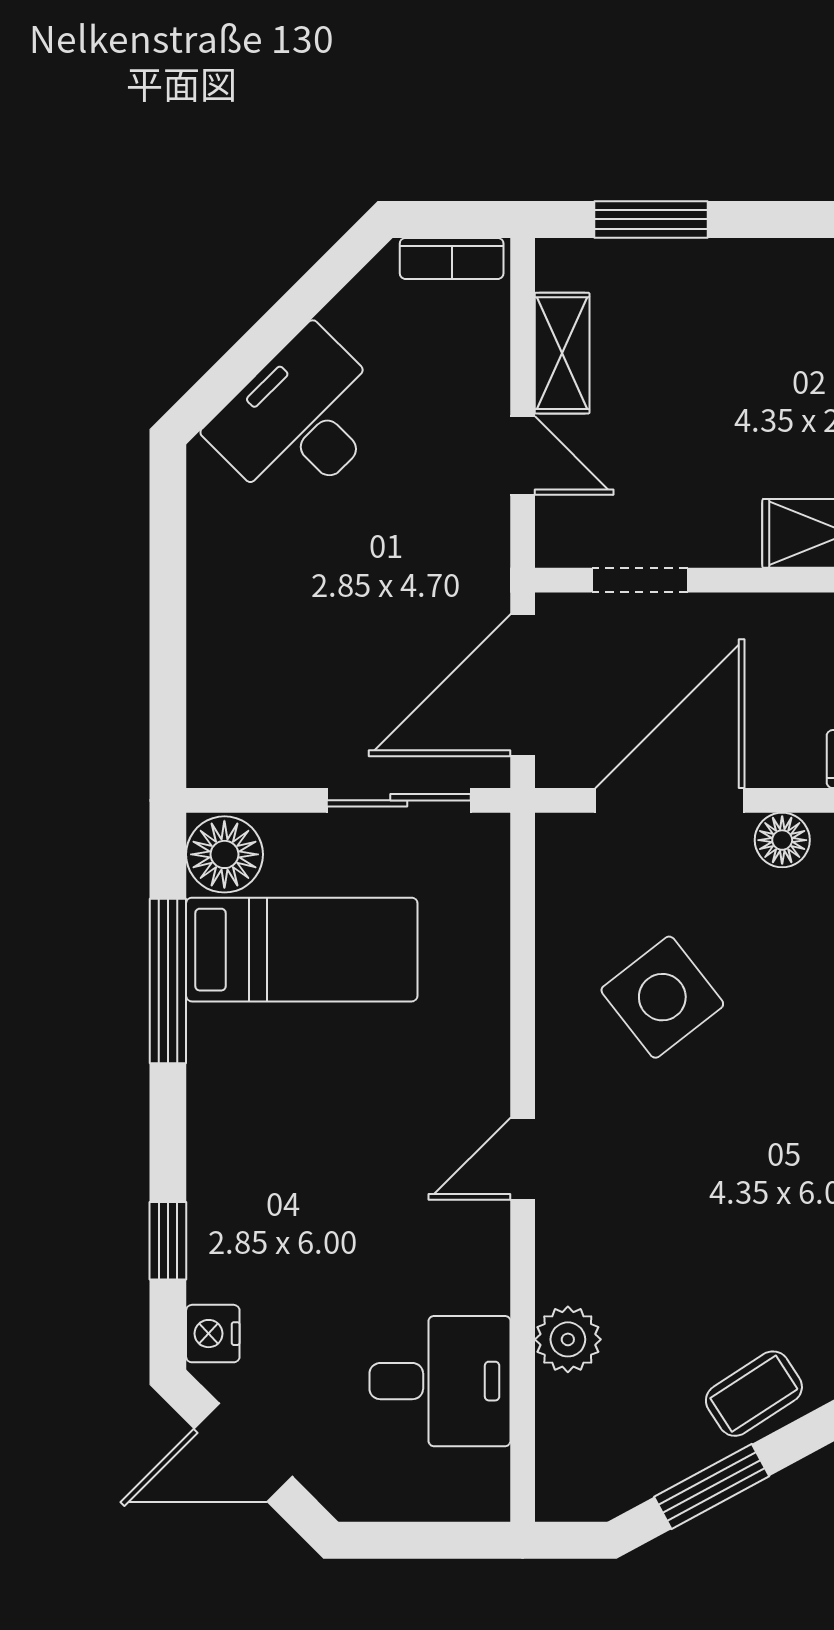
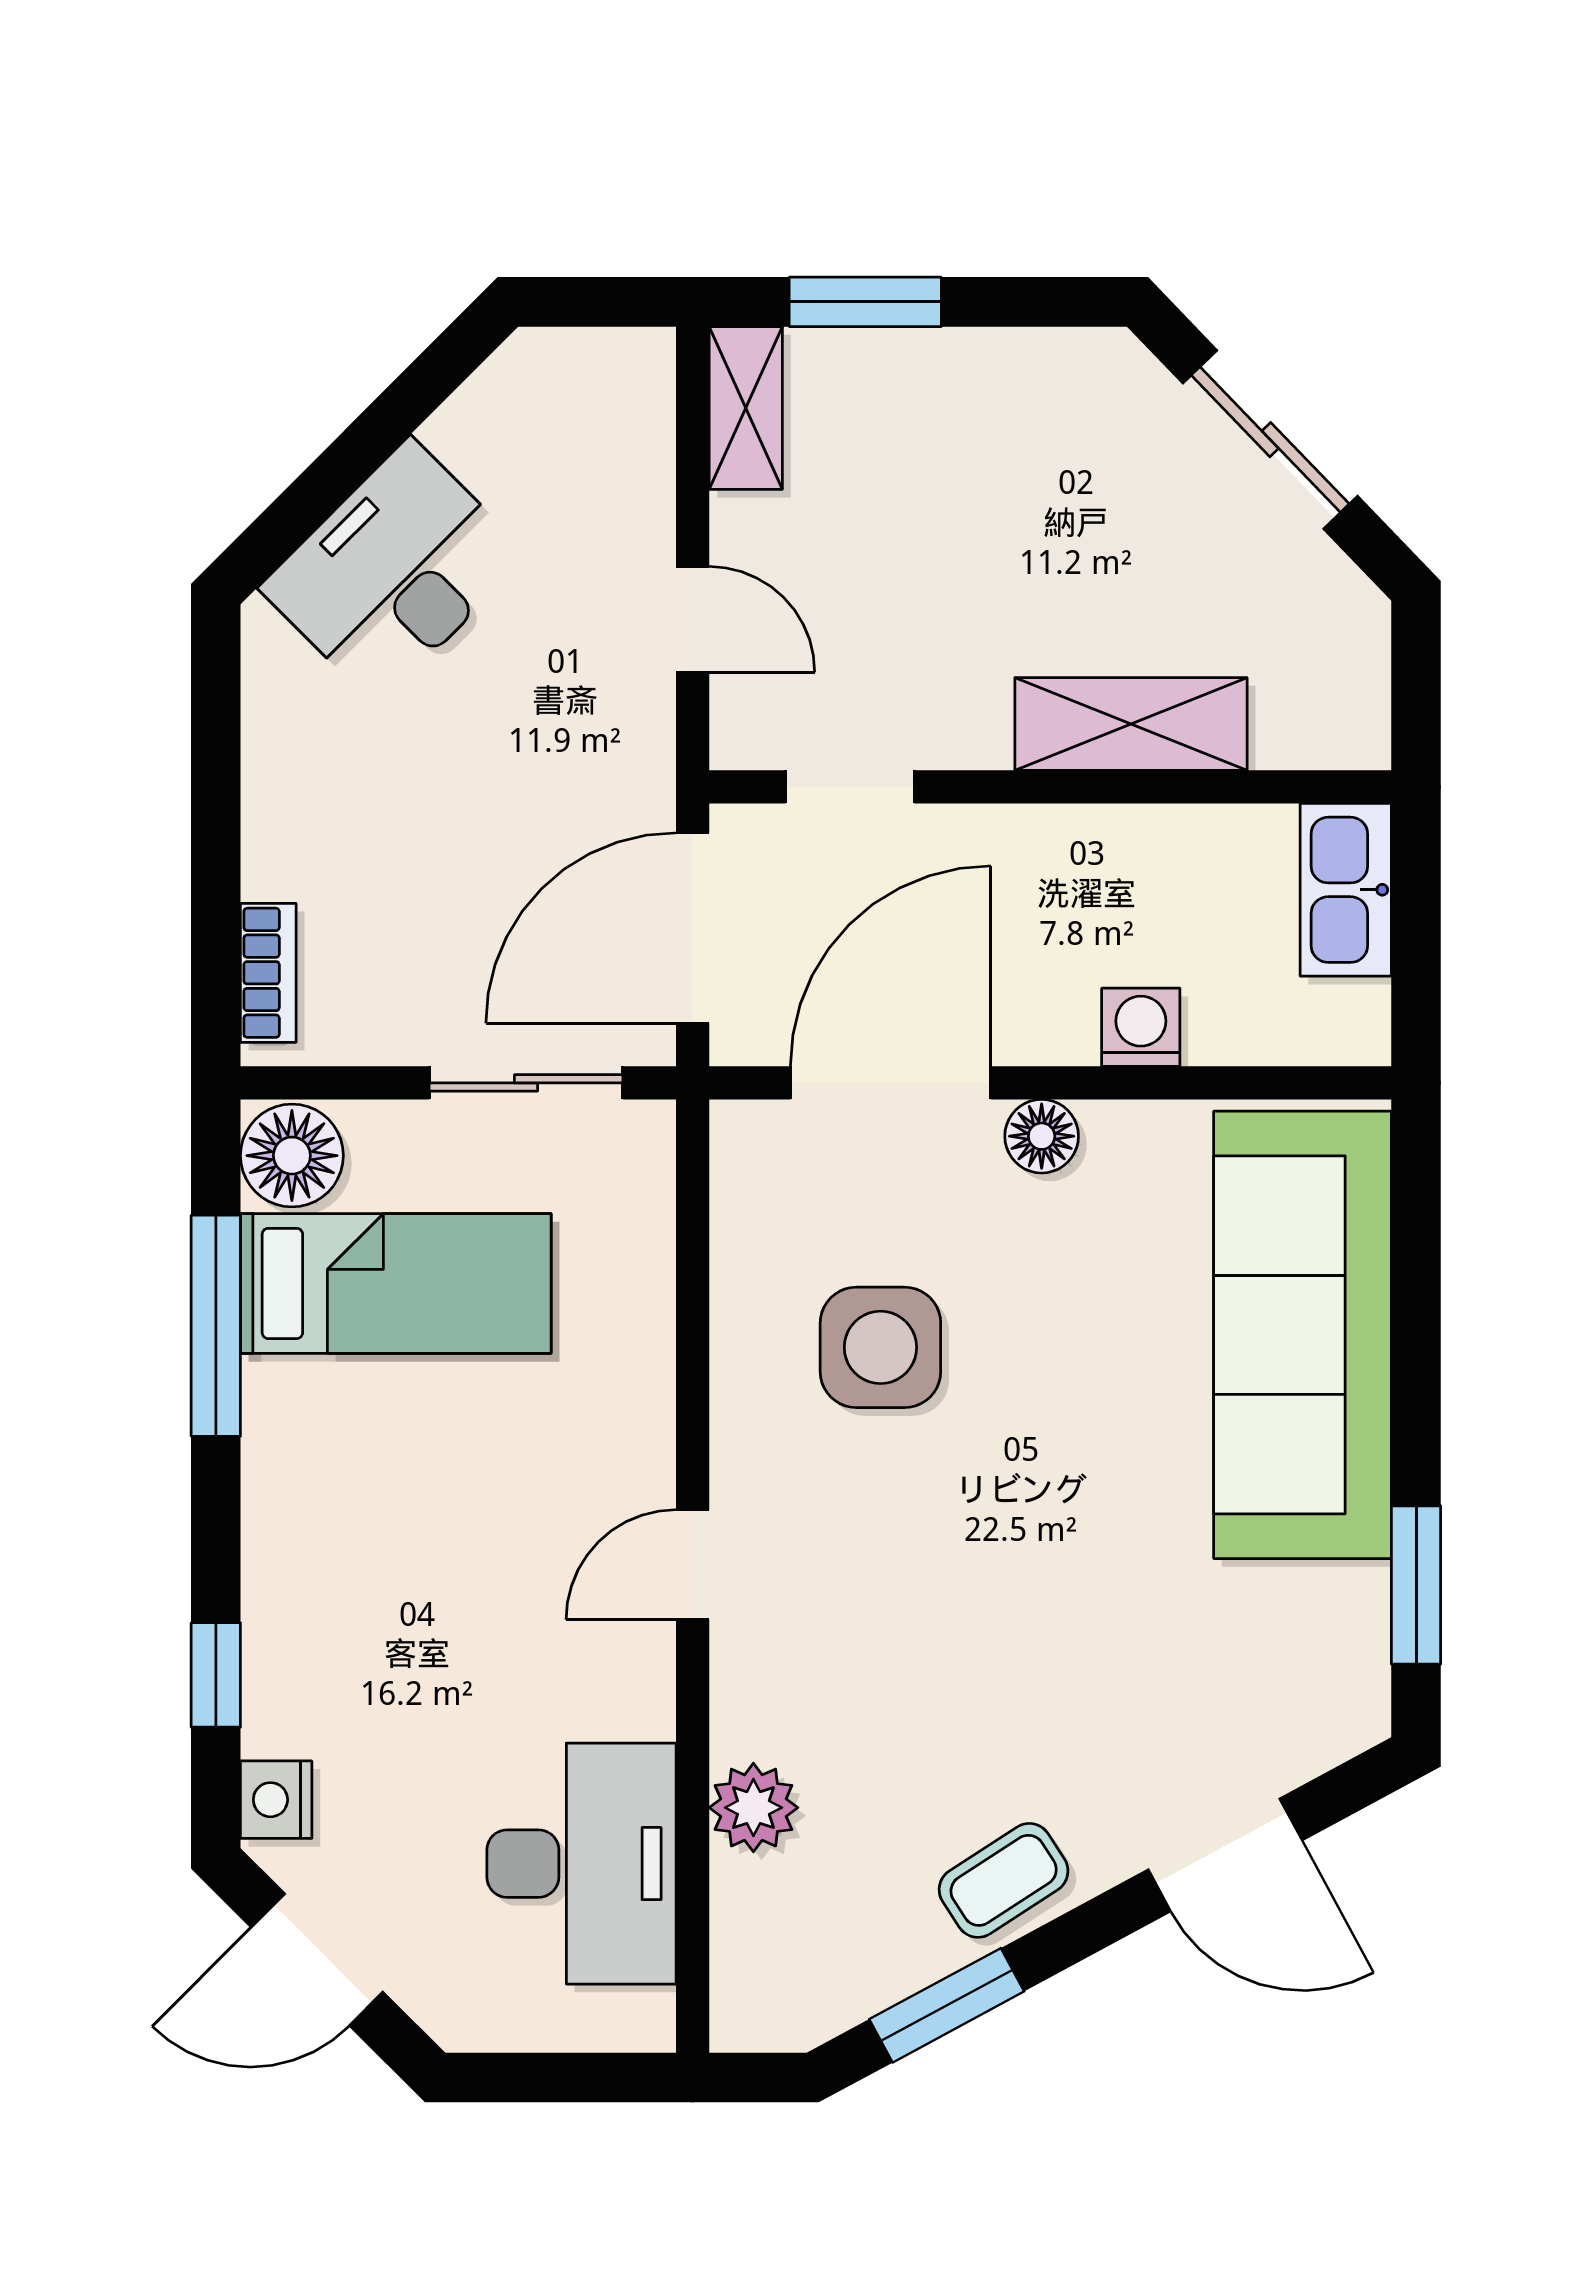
bookcase: (452, 258) -> (268, 973), moved, turned -90
shelving: (562, 353) -> (746, 408), moved
side table: (662, 997) -> (880, 1347), turned 38
desk: (440, 1381) -> (581, 1864), width x1.37

